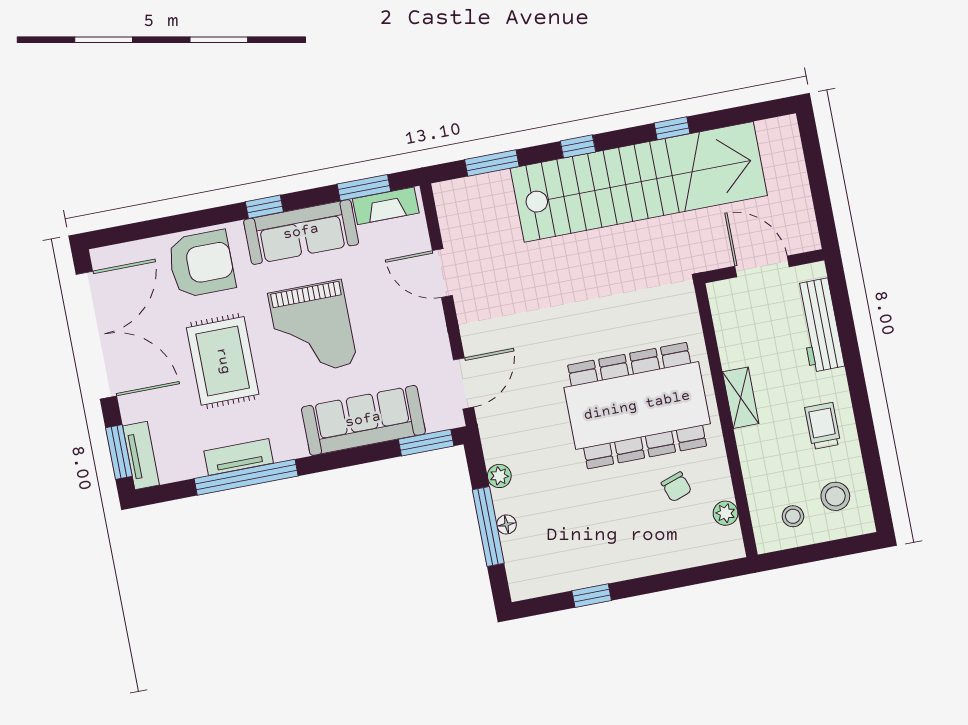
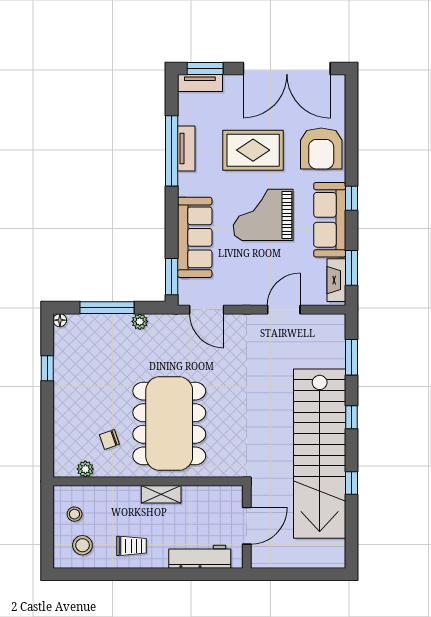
floor lamp: (506, 524) -> (60, 320), moved

